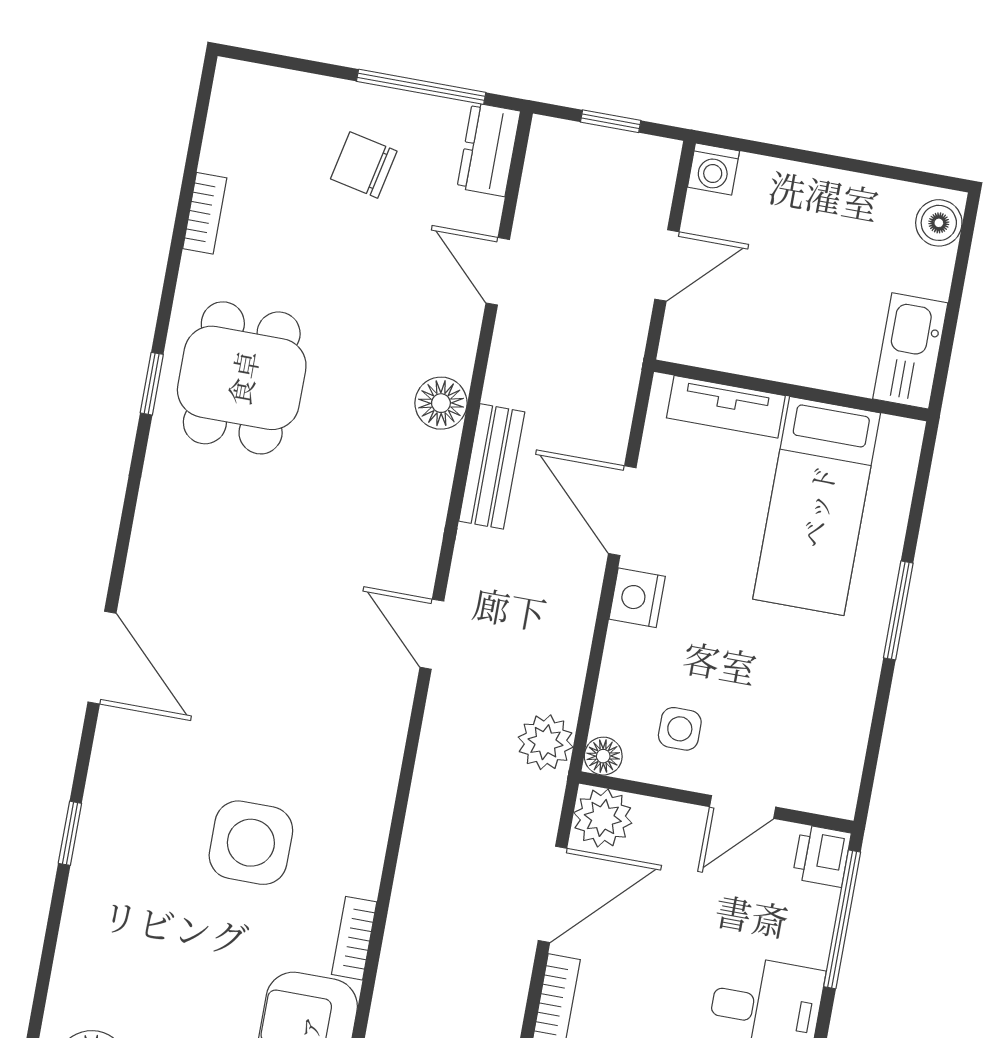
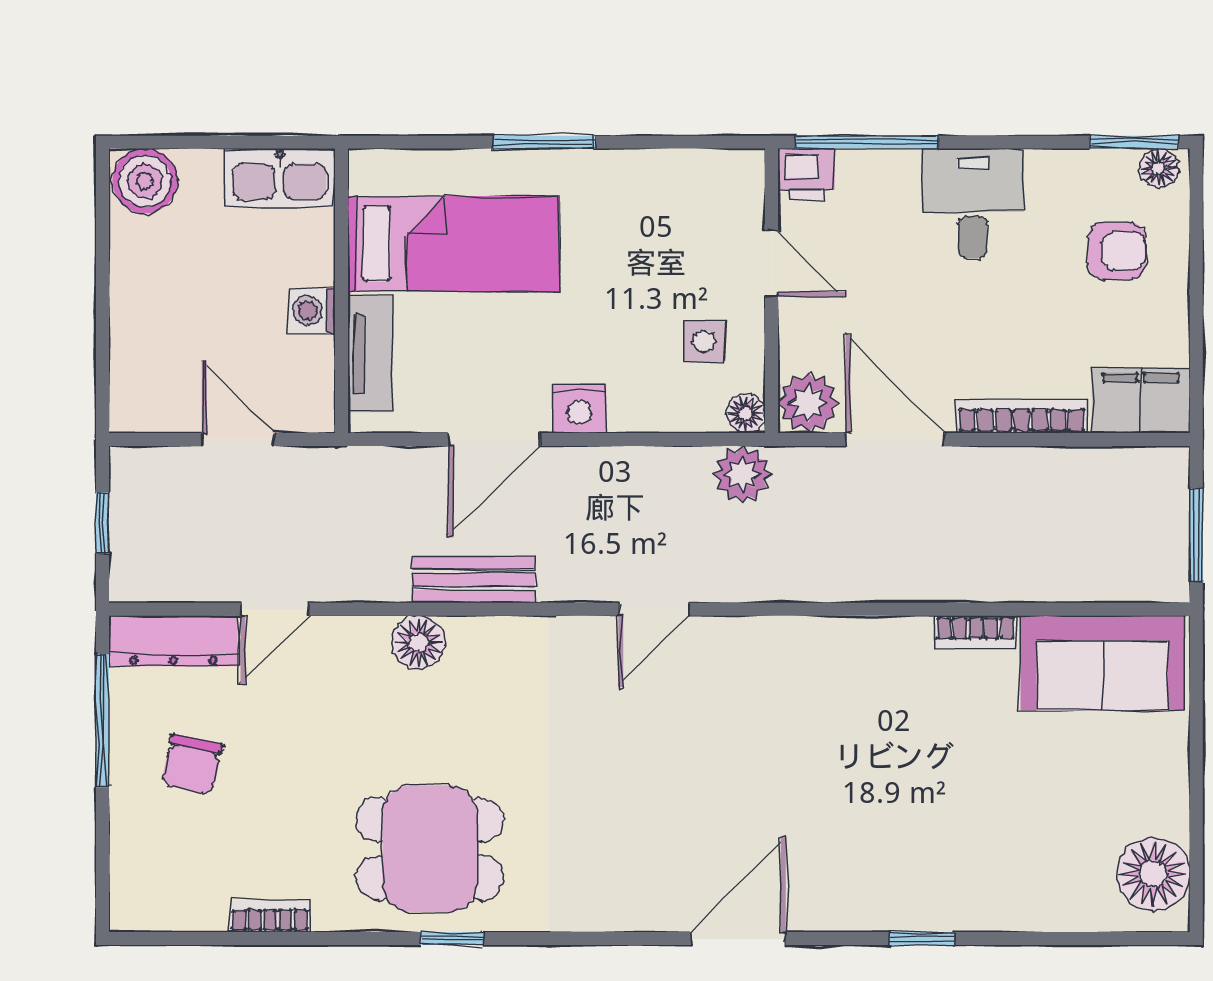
dresser: (489, 150) -> (173, 641), width x1.44
washing machine: (714, 169) -> (312, 311), moved, turned 180
boiler: (939, 223) -> (145, 181), width x1.36, depth x1.36
side table: (251, 843) -> (898, 754), removed

